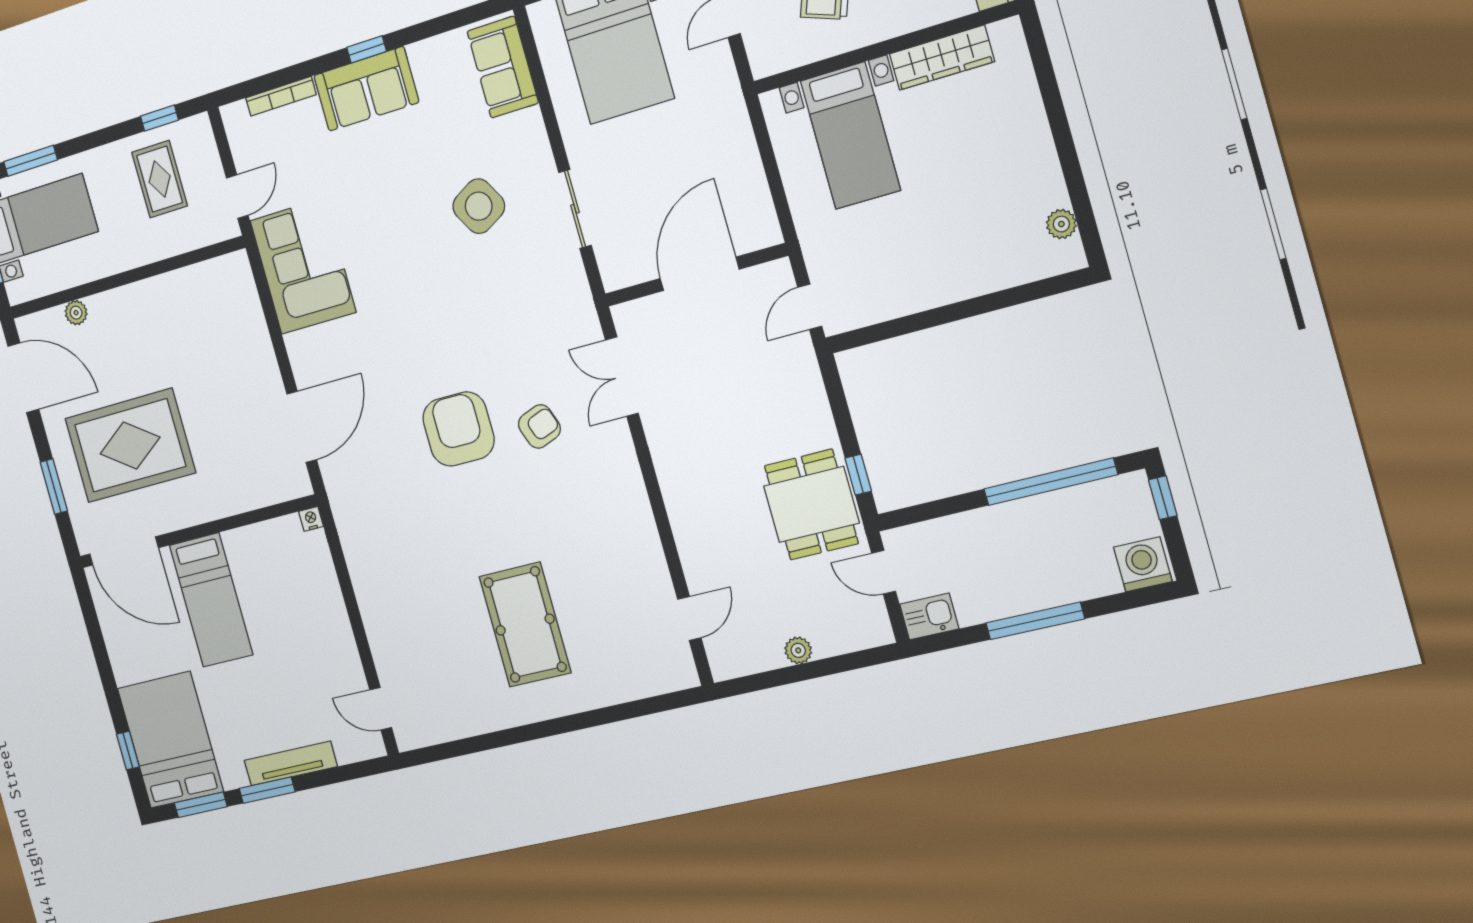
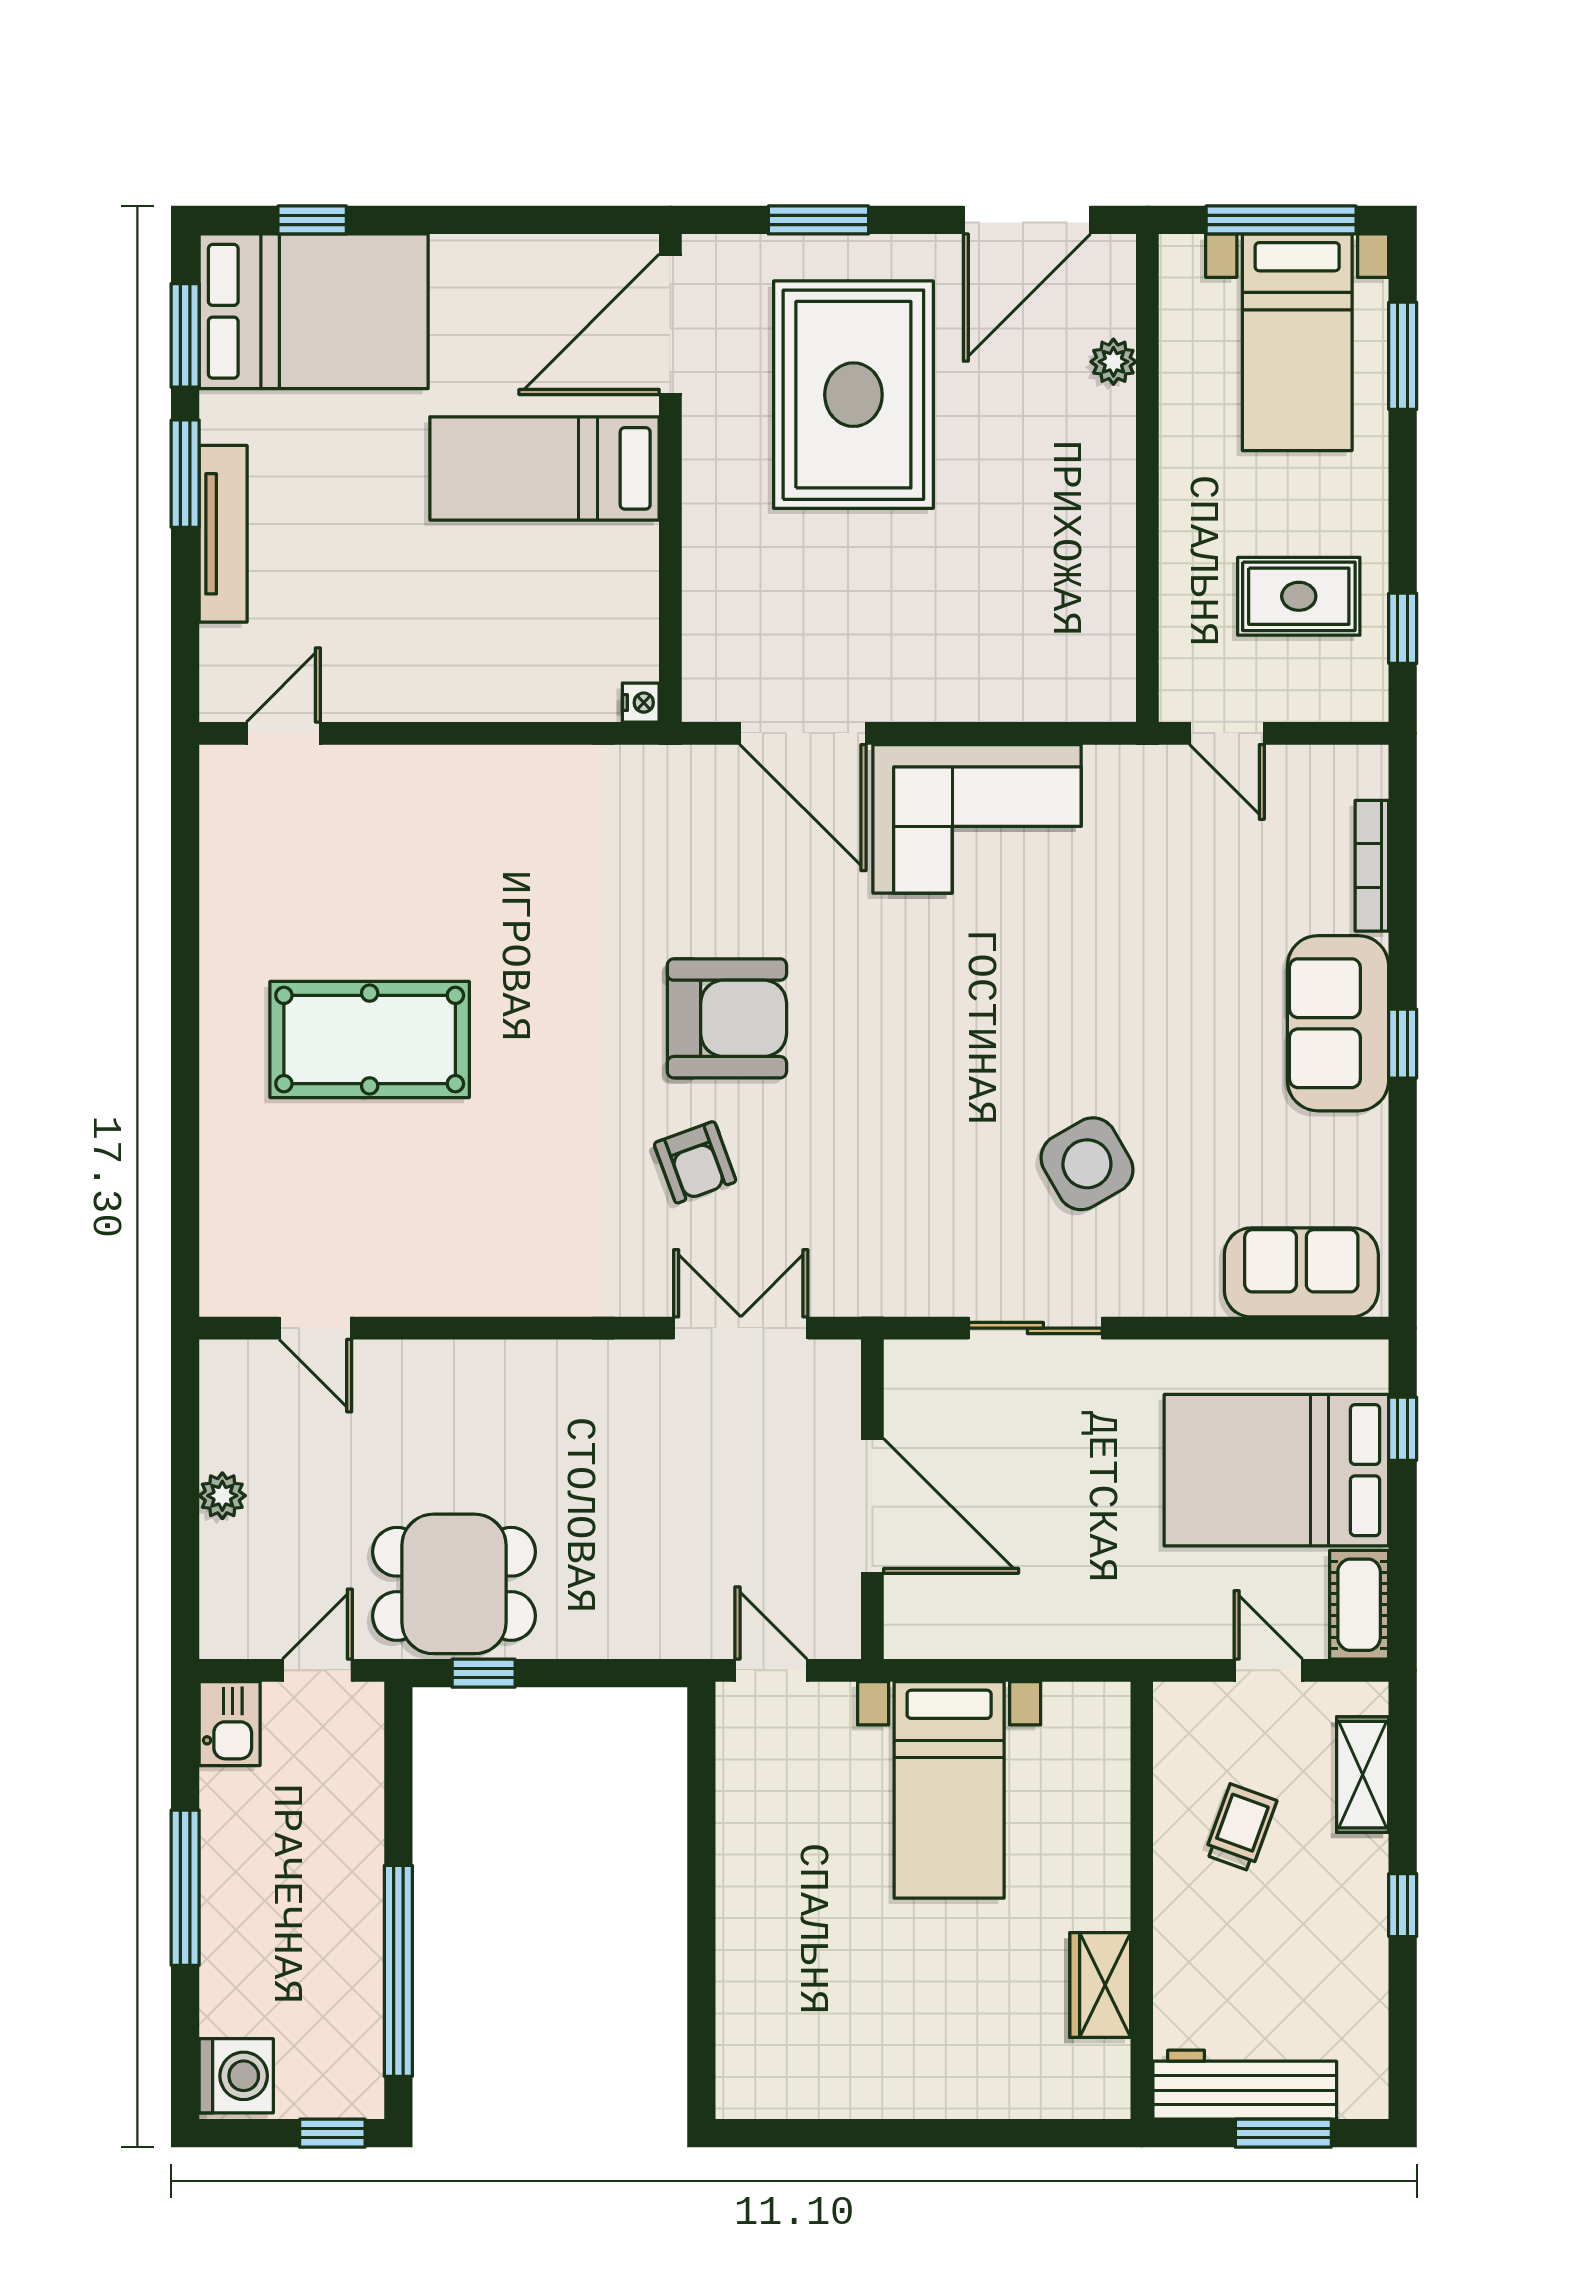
wardrobe: (942, 58) -> (1100, 1985), width x0.67
bed with nightstands: (850, 136) -> (949, 1790), moved, turned -90
plant: (1061, 224) -> (793, 2095), removed
corner sofa: (303, 266) -> (977, 819), moved

